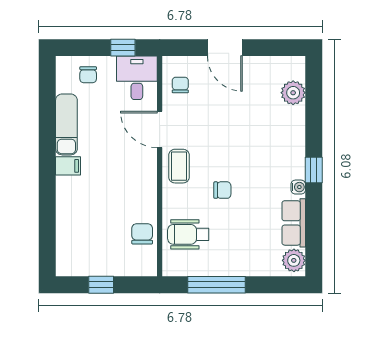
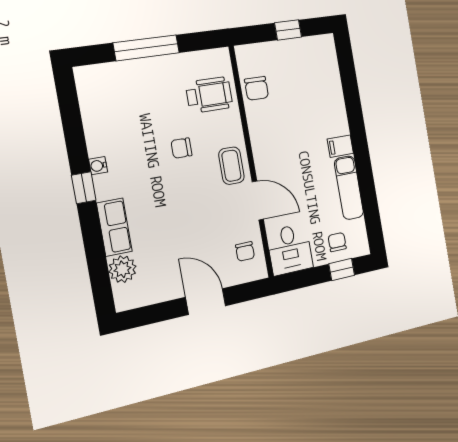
window: (123, 48) -> (342, 270), moved
row of seats: (294, 223) -> (114, 227), moved
plant: (294, 260) -> (89, 83), removed
window: (216, 285) -> (146, 48), moved

